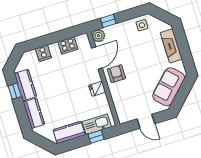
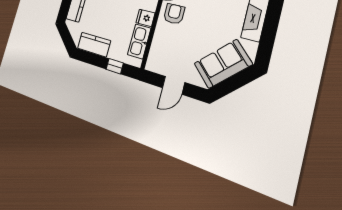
door: (146, 121) -> (173, 85), hinge flipped
kitchen sink: (97, 124) -> (139, 41), moved, turned -90

